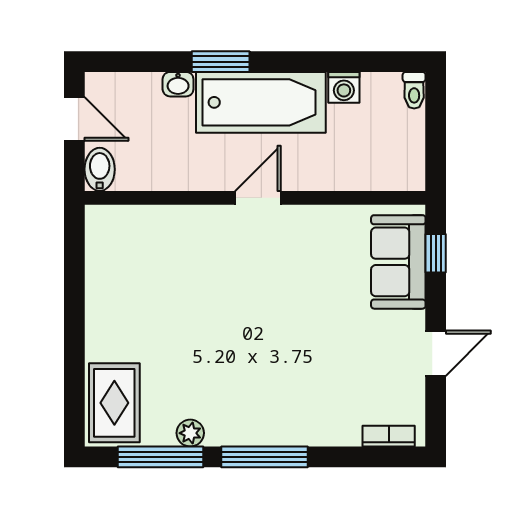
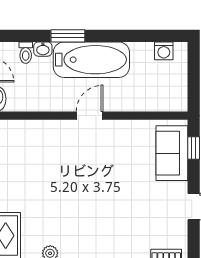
washing machine: (344, 87) -> (164, 51), moved
toilet: (414, 90) -> (26, 53), moved

